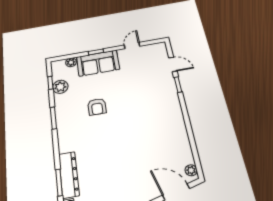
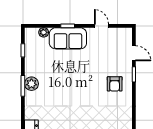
door: (132, 46) -> (101, 26), hinge flipped
plant: (60, 87) -> (31, 84), moved
armchair: (97, 107) -> (115, 84), moved

